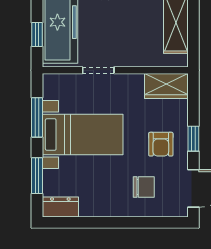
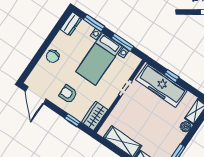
window: (37, 35) -> (172, 76), moved
window: (193, 139) -> (72, 120), moved
chair: (144, 187) -> (53, 56), moved

